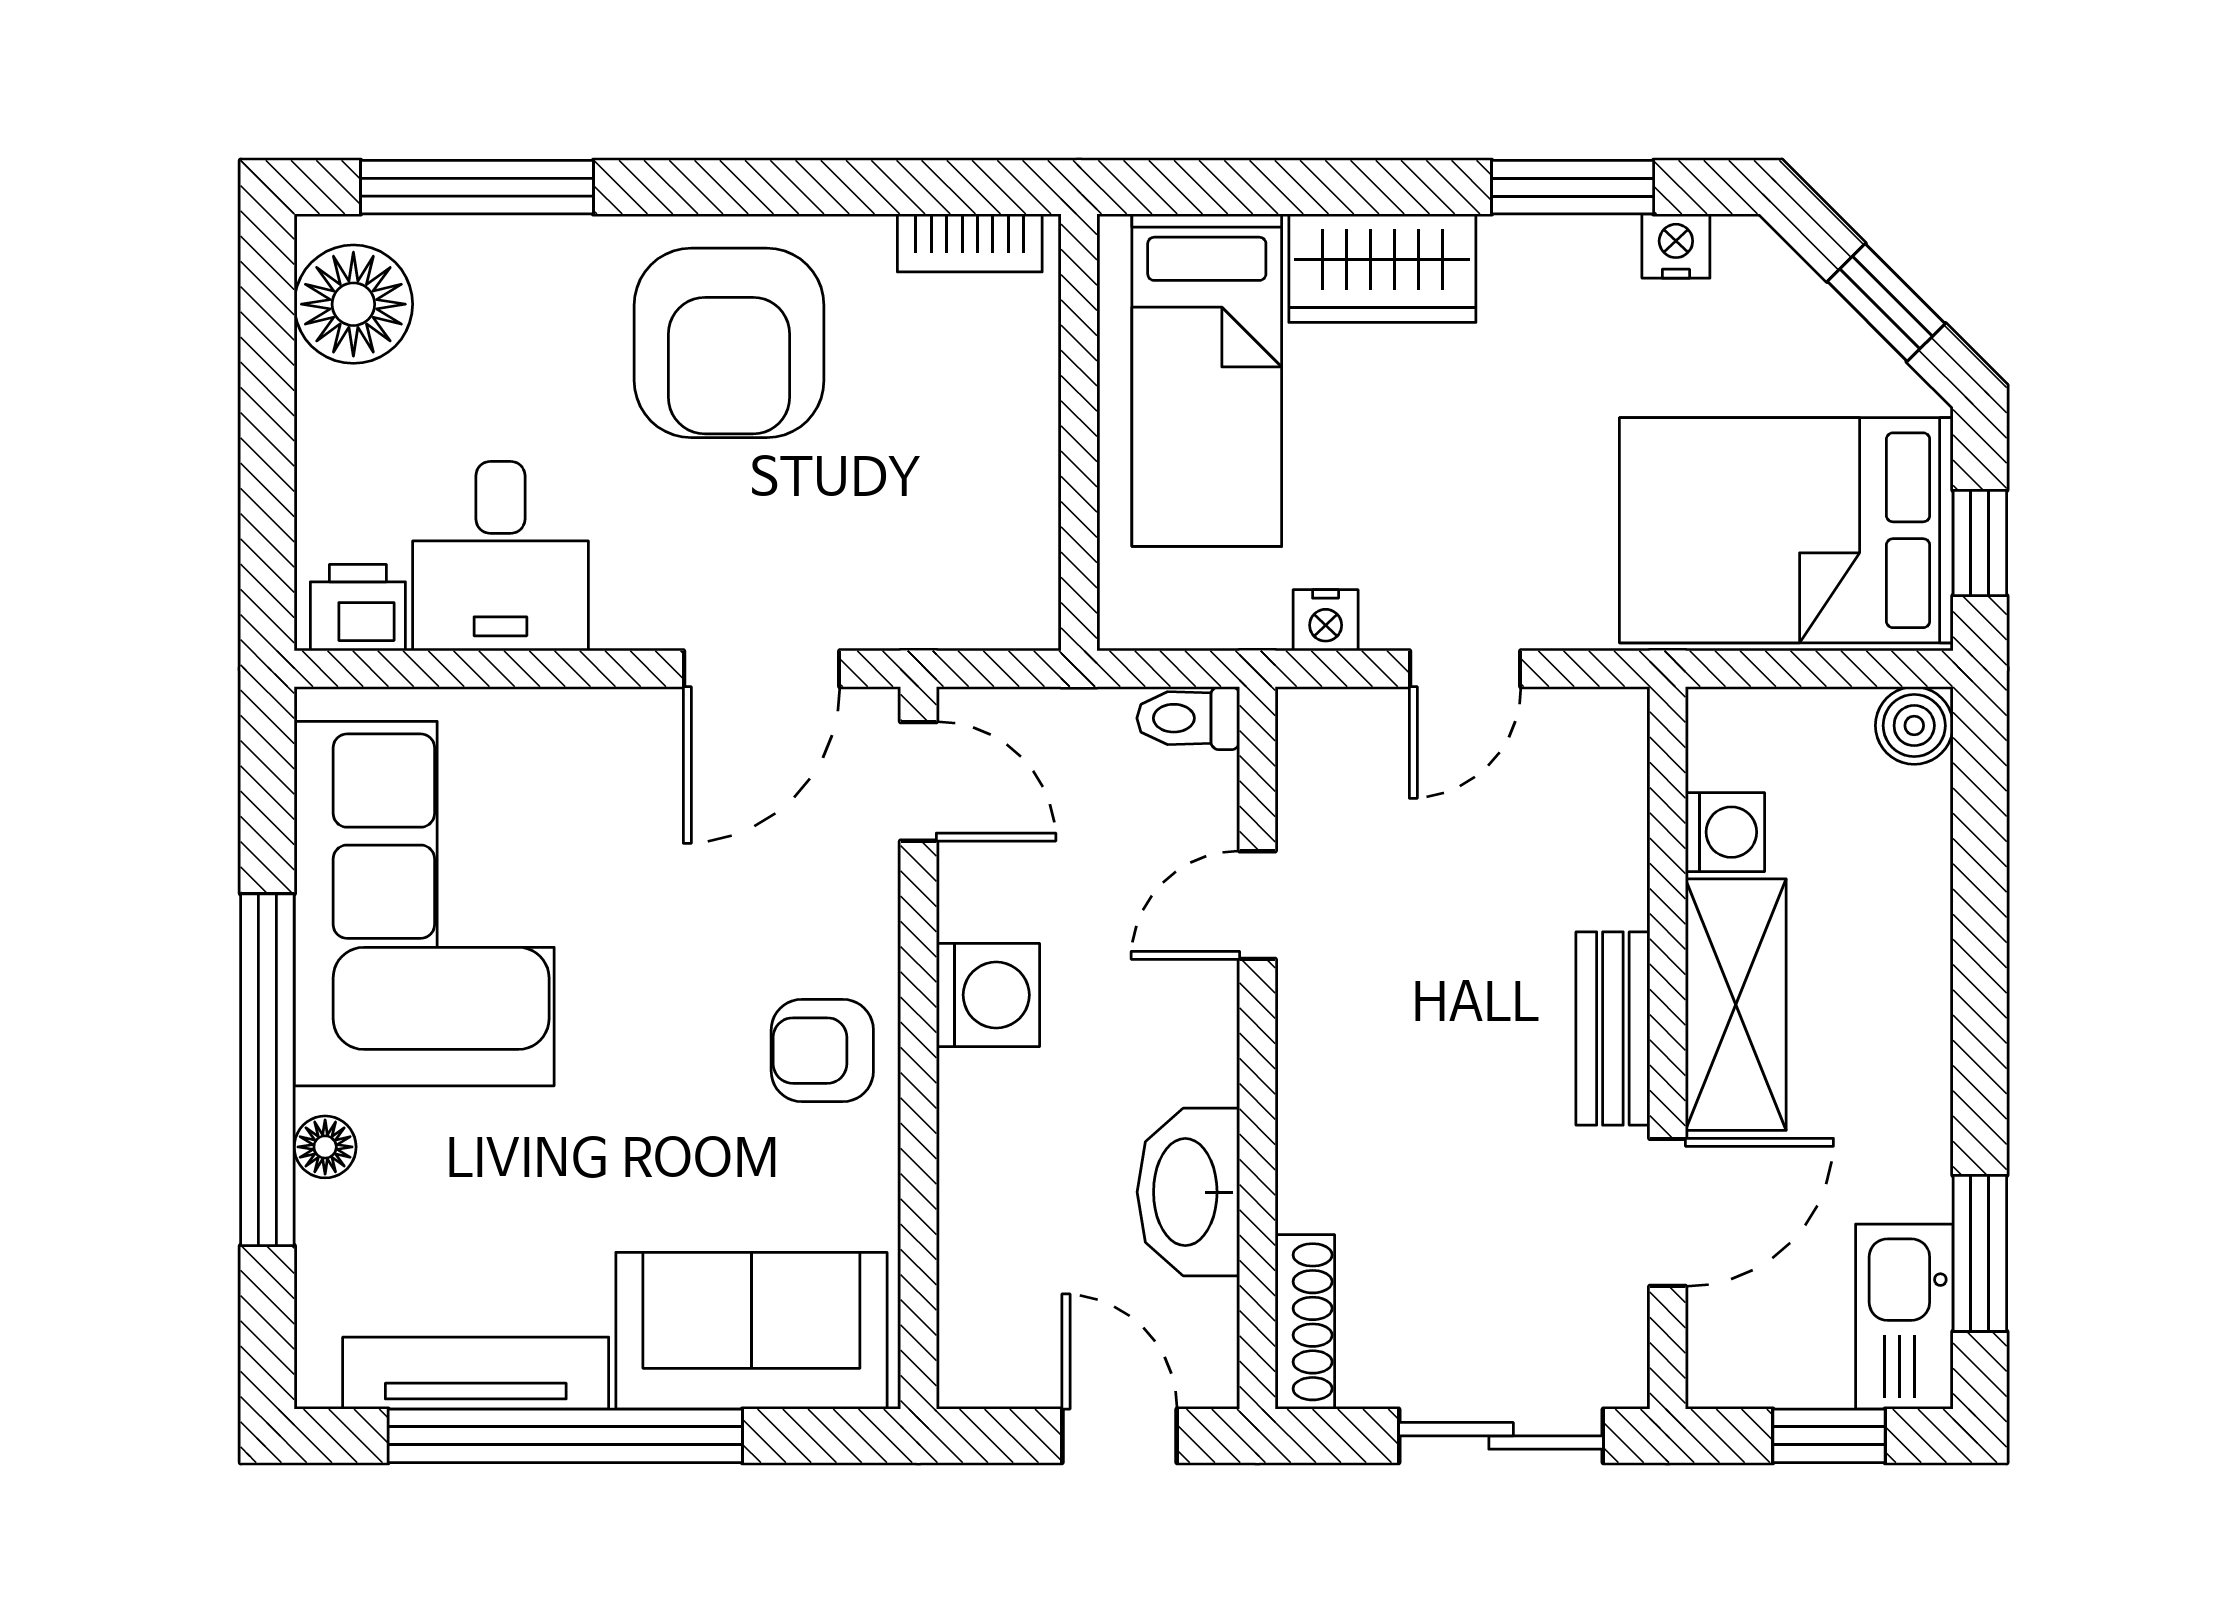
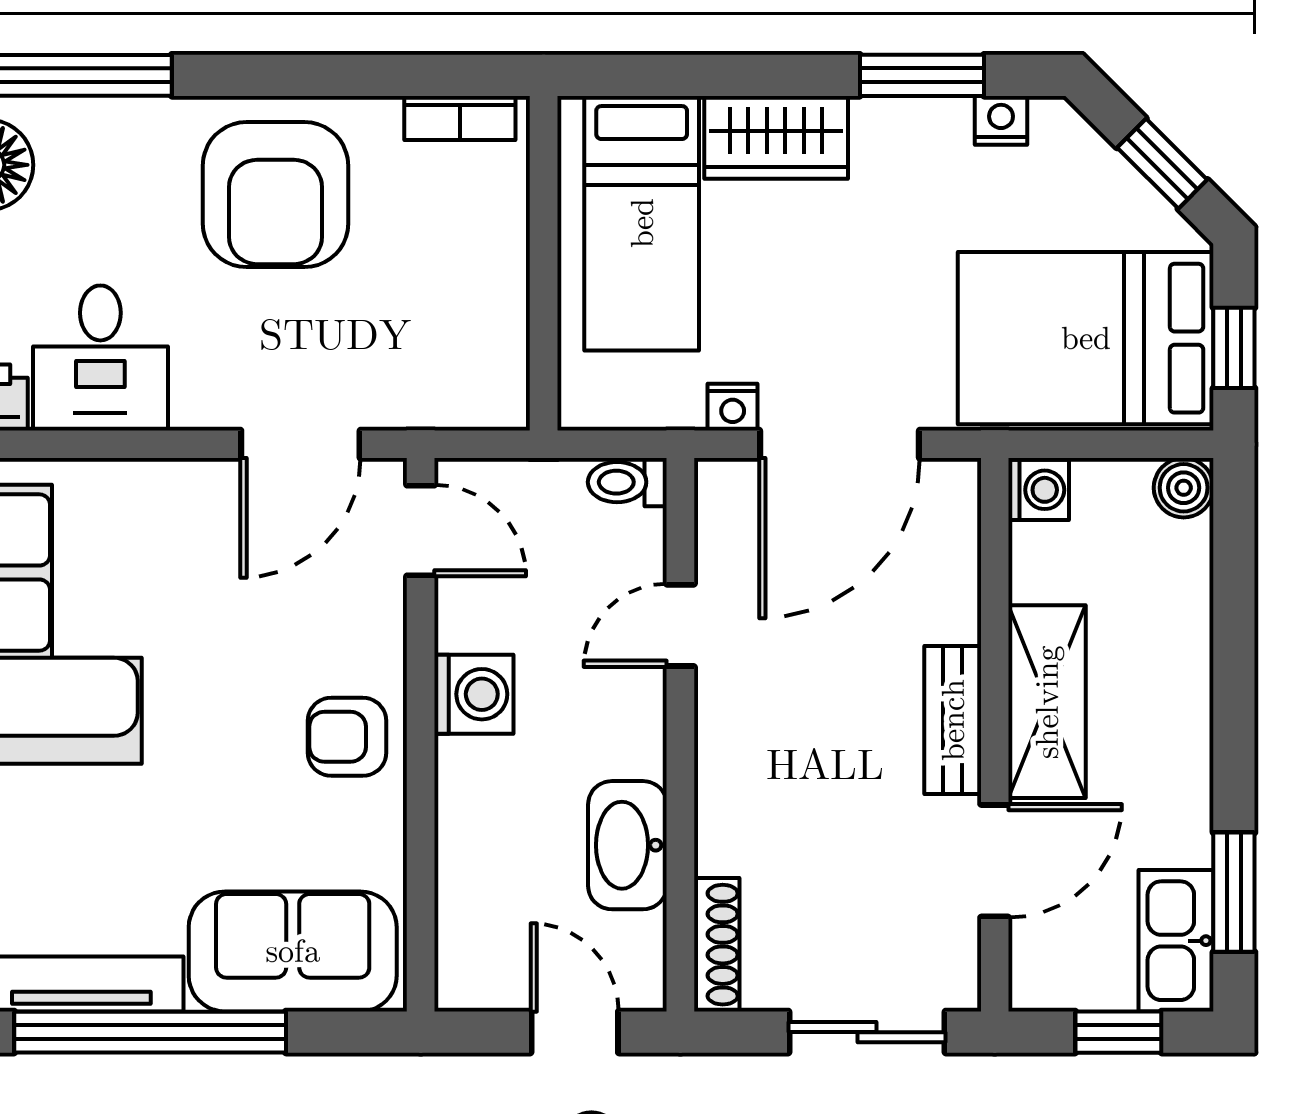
door: (1465, 669) -> (840, 444), width x1.88
washing machine: (1725, 832) -> (1039, 490), moved

